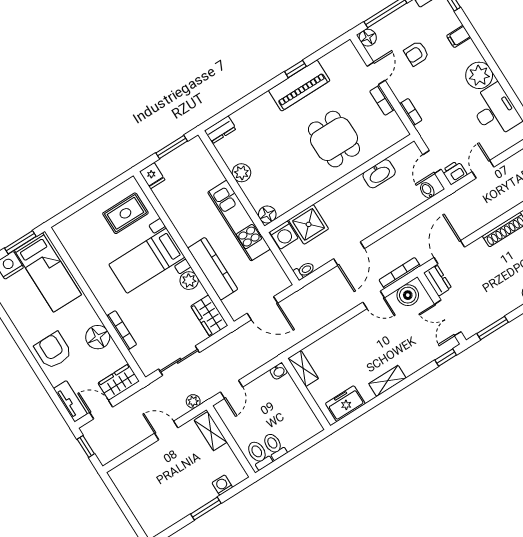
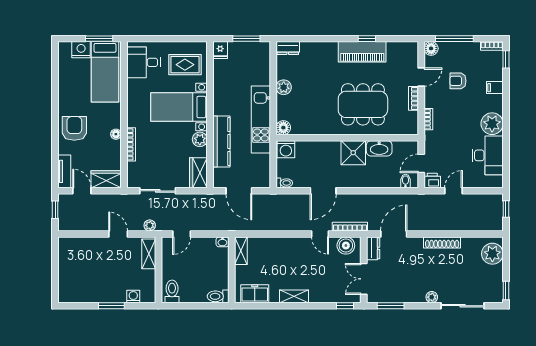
dining table: (334, 139) -> (363, 104), width x1.38
shower: (309, 224) -> (353, 153), moved
desk: (81, 238) -> (143, 62), added
floor lamp: (98, 337) -> (116, 134), width x0.53, depth x0.53
toilet: (274, 446) -> (218, 296), moved, turned -90

